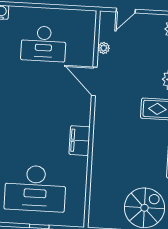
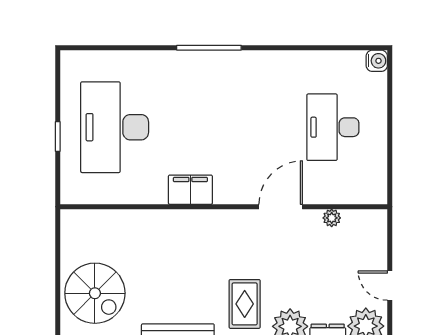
door: (126, 11) -> (390, 286), moved

